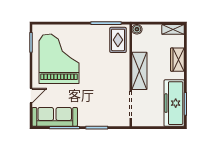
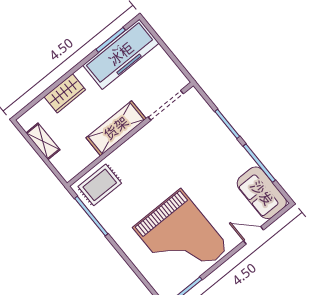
boiler: (137, 29) -> (68, 173), removed
shelving: (173, 29) -> (43, 141), moved
grand piano: (59, 59) -> (181, 238), turned -90
sofa: (55, 117) -> (262, 193), width x0.73

